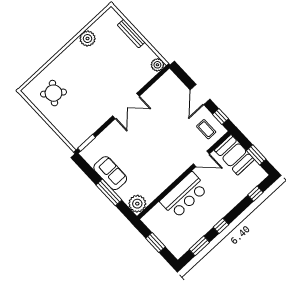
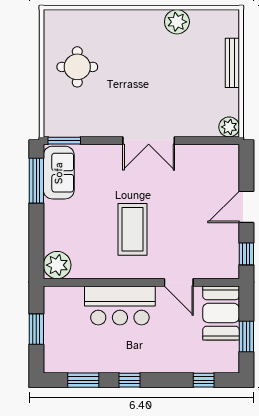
round table: (53, 93) -> (77, 67), moved, turned -37
coffee table: (206, 129) -> (132, 229), moved, width x1.86, depth x1.72
sofa: (110, 173) -> (59, 173), moved
window: (109, 192) -> (36, 181), moved

